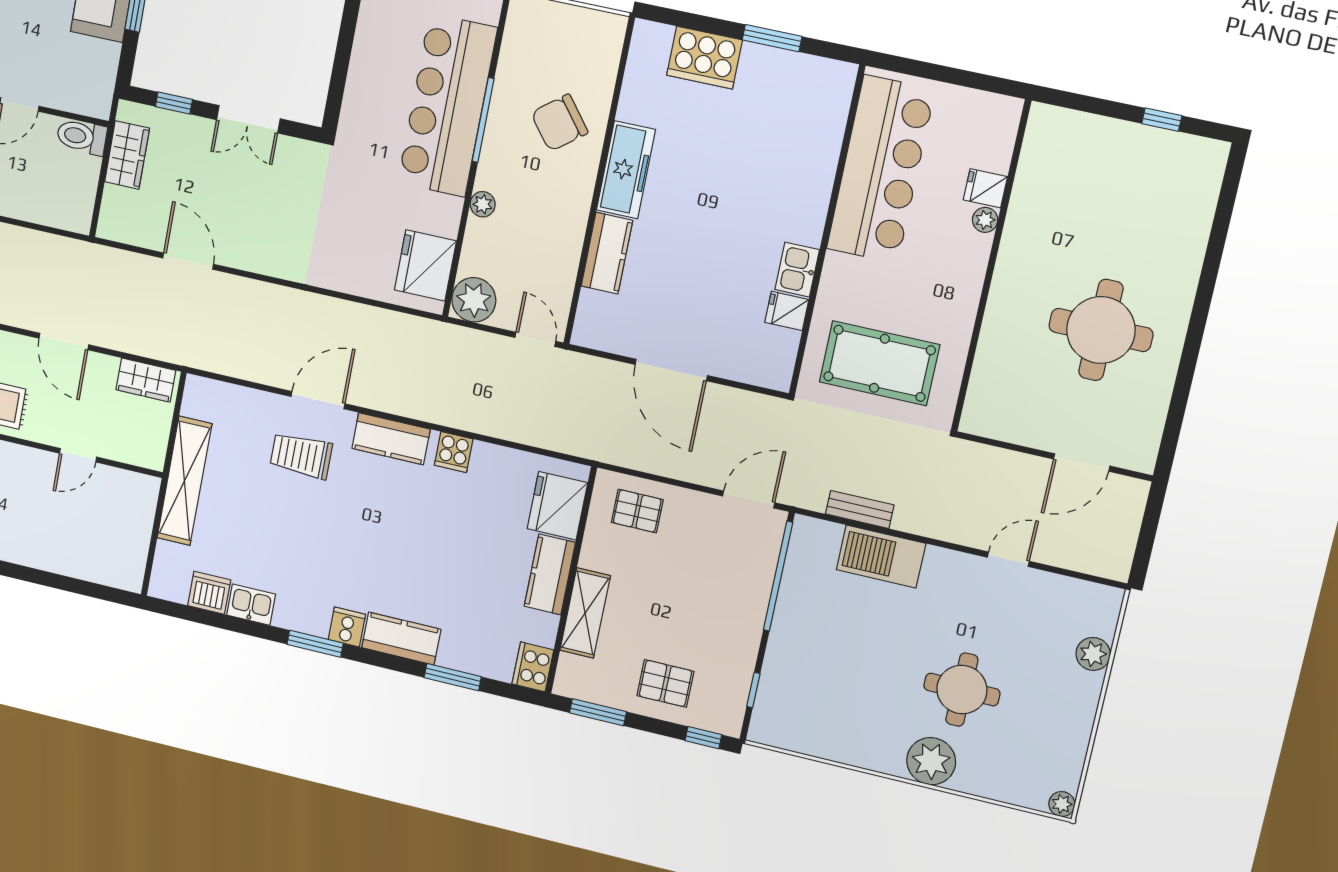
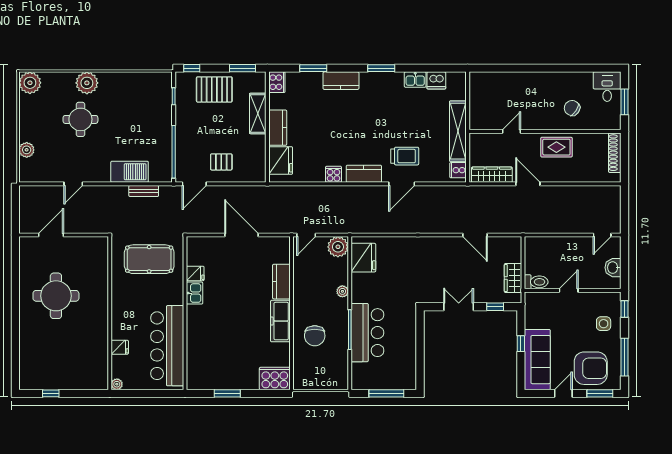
cooker: (704, 58) -> (275, 378), moved
bar counter: (447, 106) -> (367, 333), width x0.73
chair: (559, 123) -> (315, 336), turned 128
plant: (985, 220) -> (117, 384), moved
door: (535, 339) -> (306, 235), hinge flipped
wardrobe: (146, 380) -> (492, 175), width x1.50
pallet: (637, 511) -> (221, 162), moved
cooker: (347, 627) -> (458, 170), moved, turned 90
pallet: (665, 683) -> (214, 89), width x1.50, depth x1.42
plant: (1062, 804) -> (30, 83), width x1.88, depth x1.88

